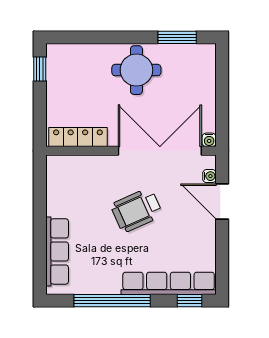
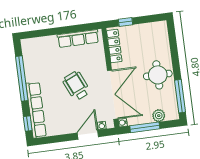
window: (177, 37) -> (180, 96), width x1.44
window: (40, 69) -> (125, 22), moved
plant: (205, 77) -> (159, 116), added
window: (222, 104) -> (145, 127), added
row of seats: (57, 251) -> (78, 38), moved

